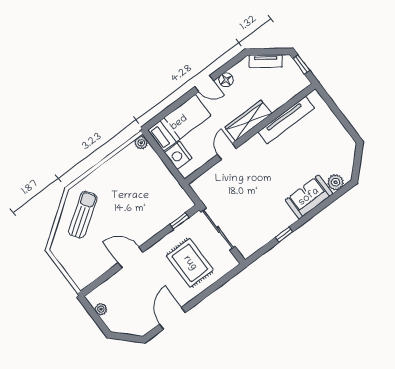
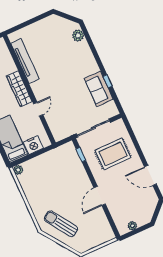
door: (227, 151) -> (38, 109), swing flipped
sofa: (309, 197) -> (99, 89), moved

